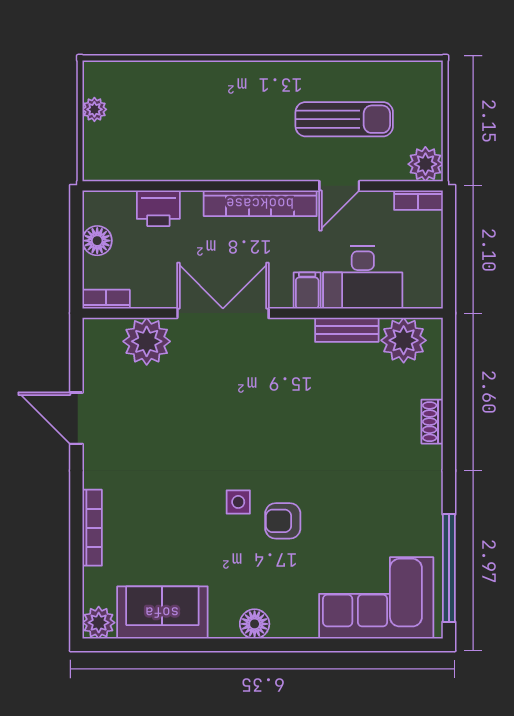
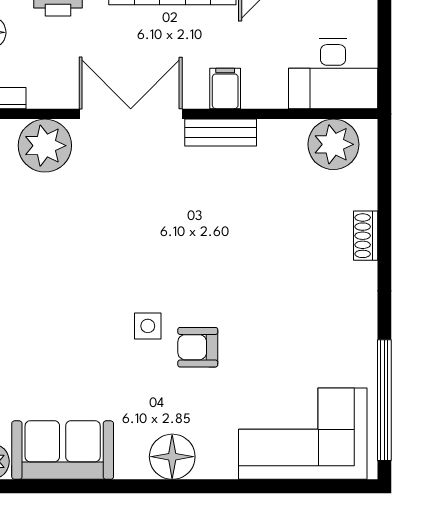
desk: (363, 277) -> (333, 74), moved
bench: (347, 330) -> (221, 133), moved
floor lamp: (255, 624) -> (172, 457), width x1.38, depth x1.38

